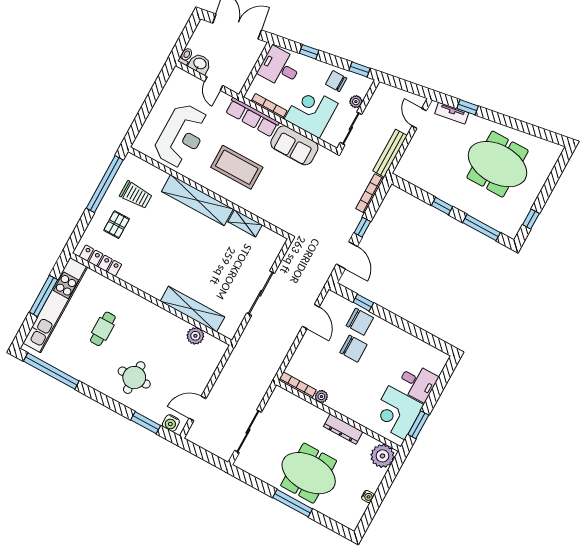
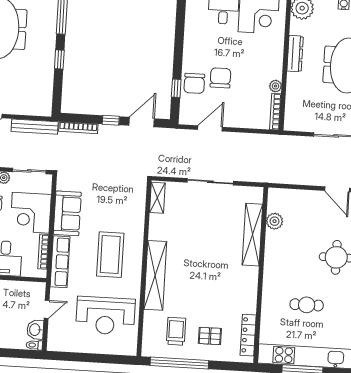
reception desk: (182, 136) -> (105, 316), turned 180
shelving: (245, 223) -> (157, 198), moved
chair: (360, 322) -> (194, 83), turned 180

